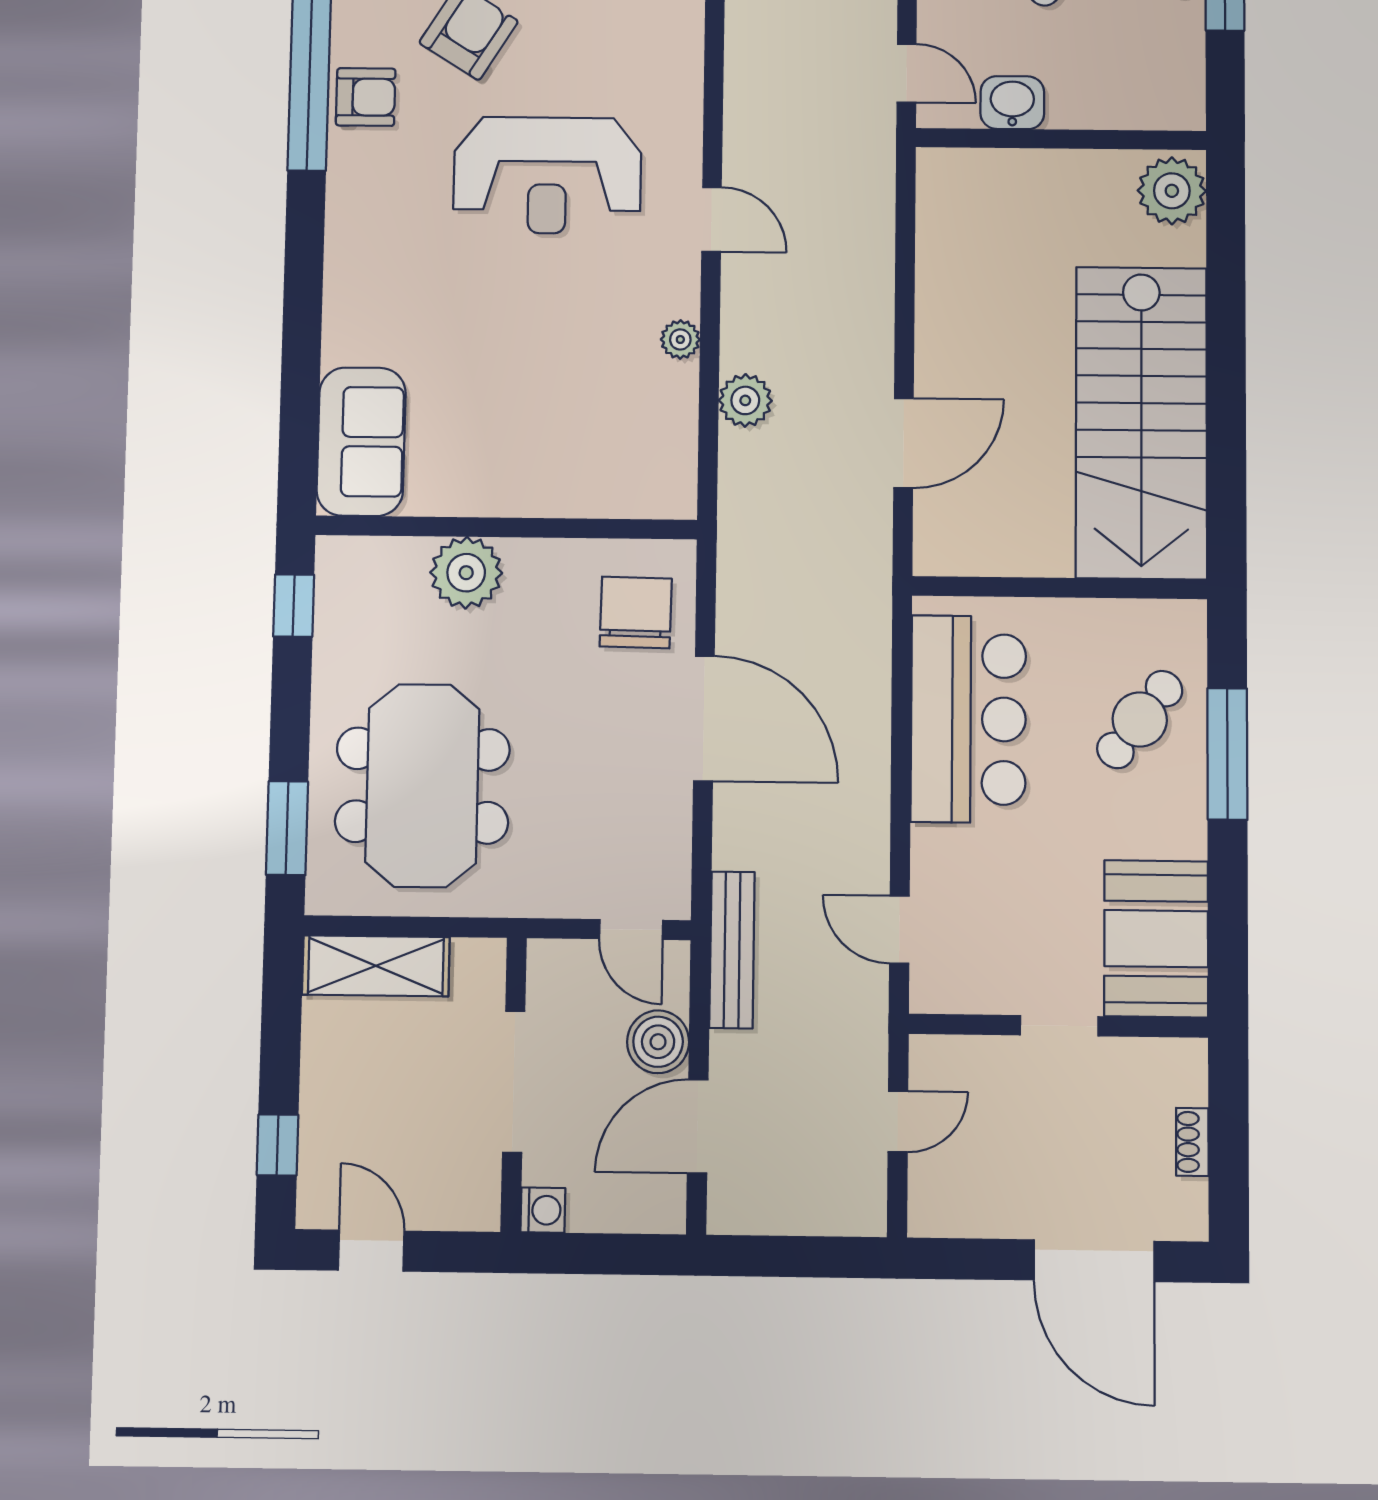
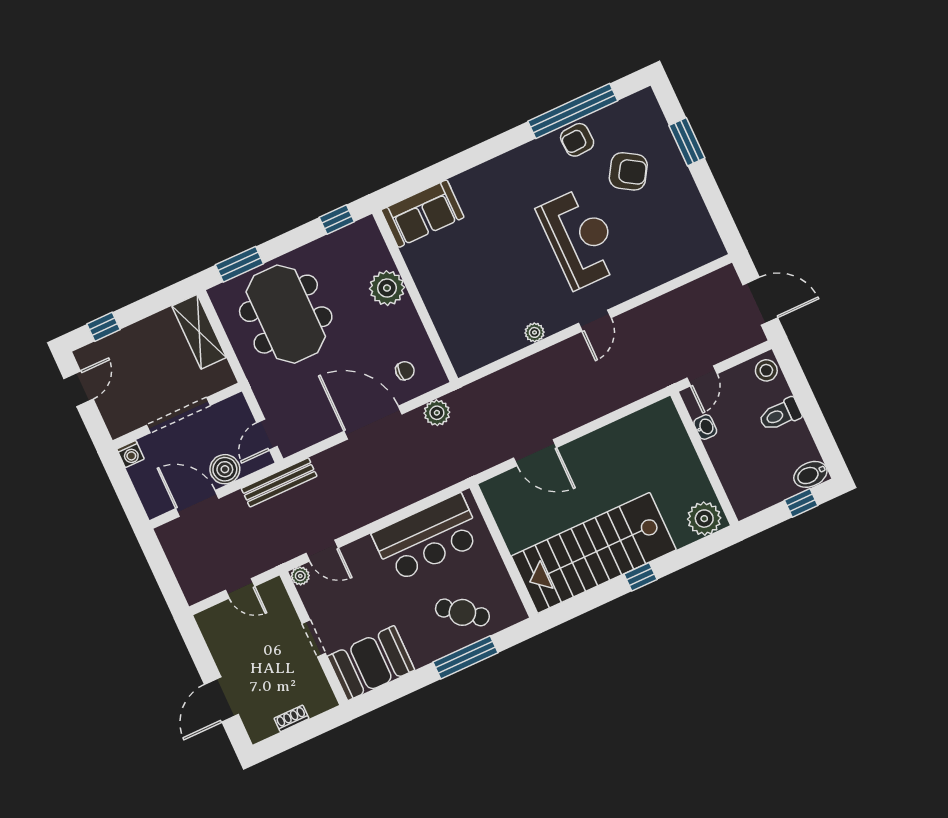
armchair: (366, 97) -> (577, 140), turned 87
washbasin: (1012, 103) -> (705, 427), width x0.72, depth x0.69
reception desk: (547, 175) -> (580, 238), turned 180
window: (1226, 357) -> (641, 577), added
plant: (745, 400) -> (437, 413), moved
chair: (636, 613) -> (405, 371), width x0.54, depth x0.54
door: (704, 718) -> (373, 423), swing flipped
meeting table: (422, 786) -> (286, 314), turned 90
door: (899, 930) -> (322, 551), swing flipped
plant: (928, 995) -> (300, 576), added
door: (1094, 1261) -> (221, 700), width x0.73

